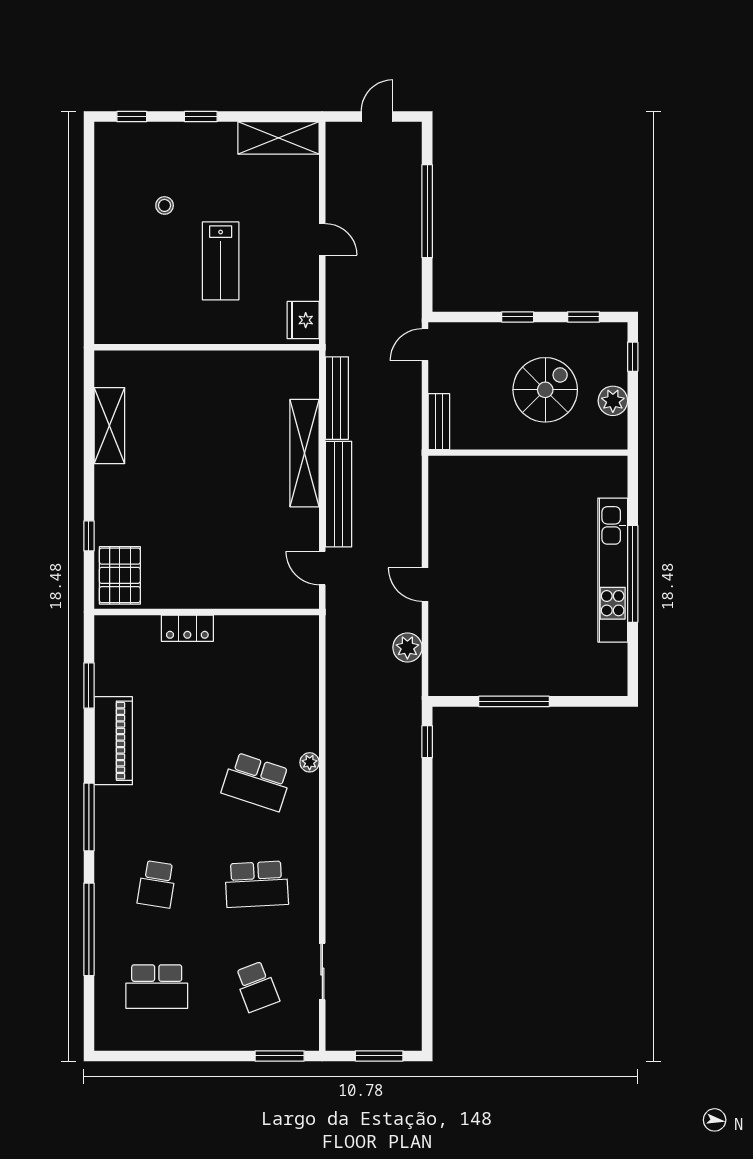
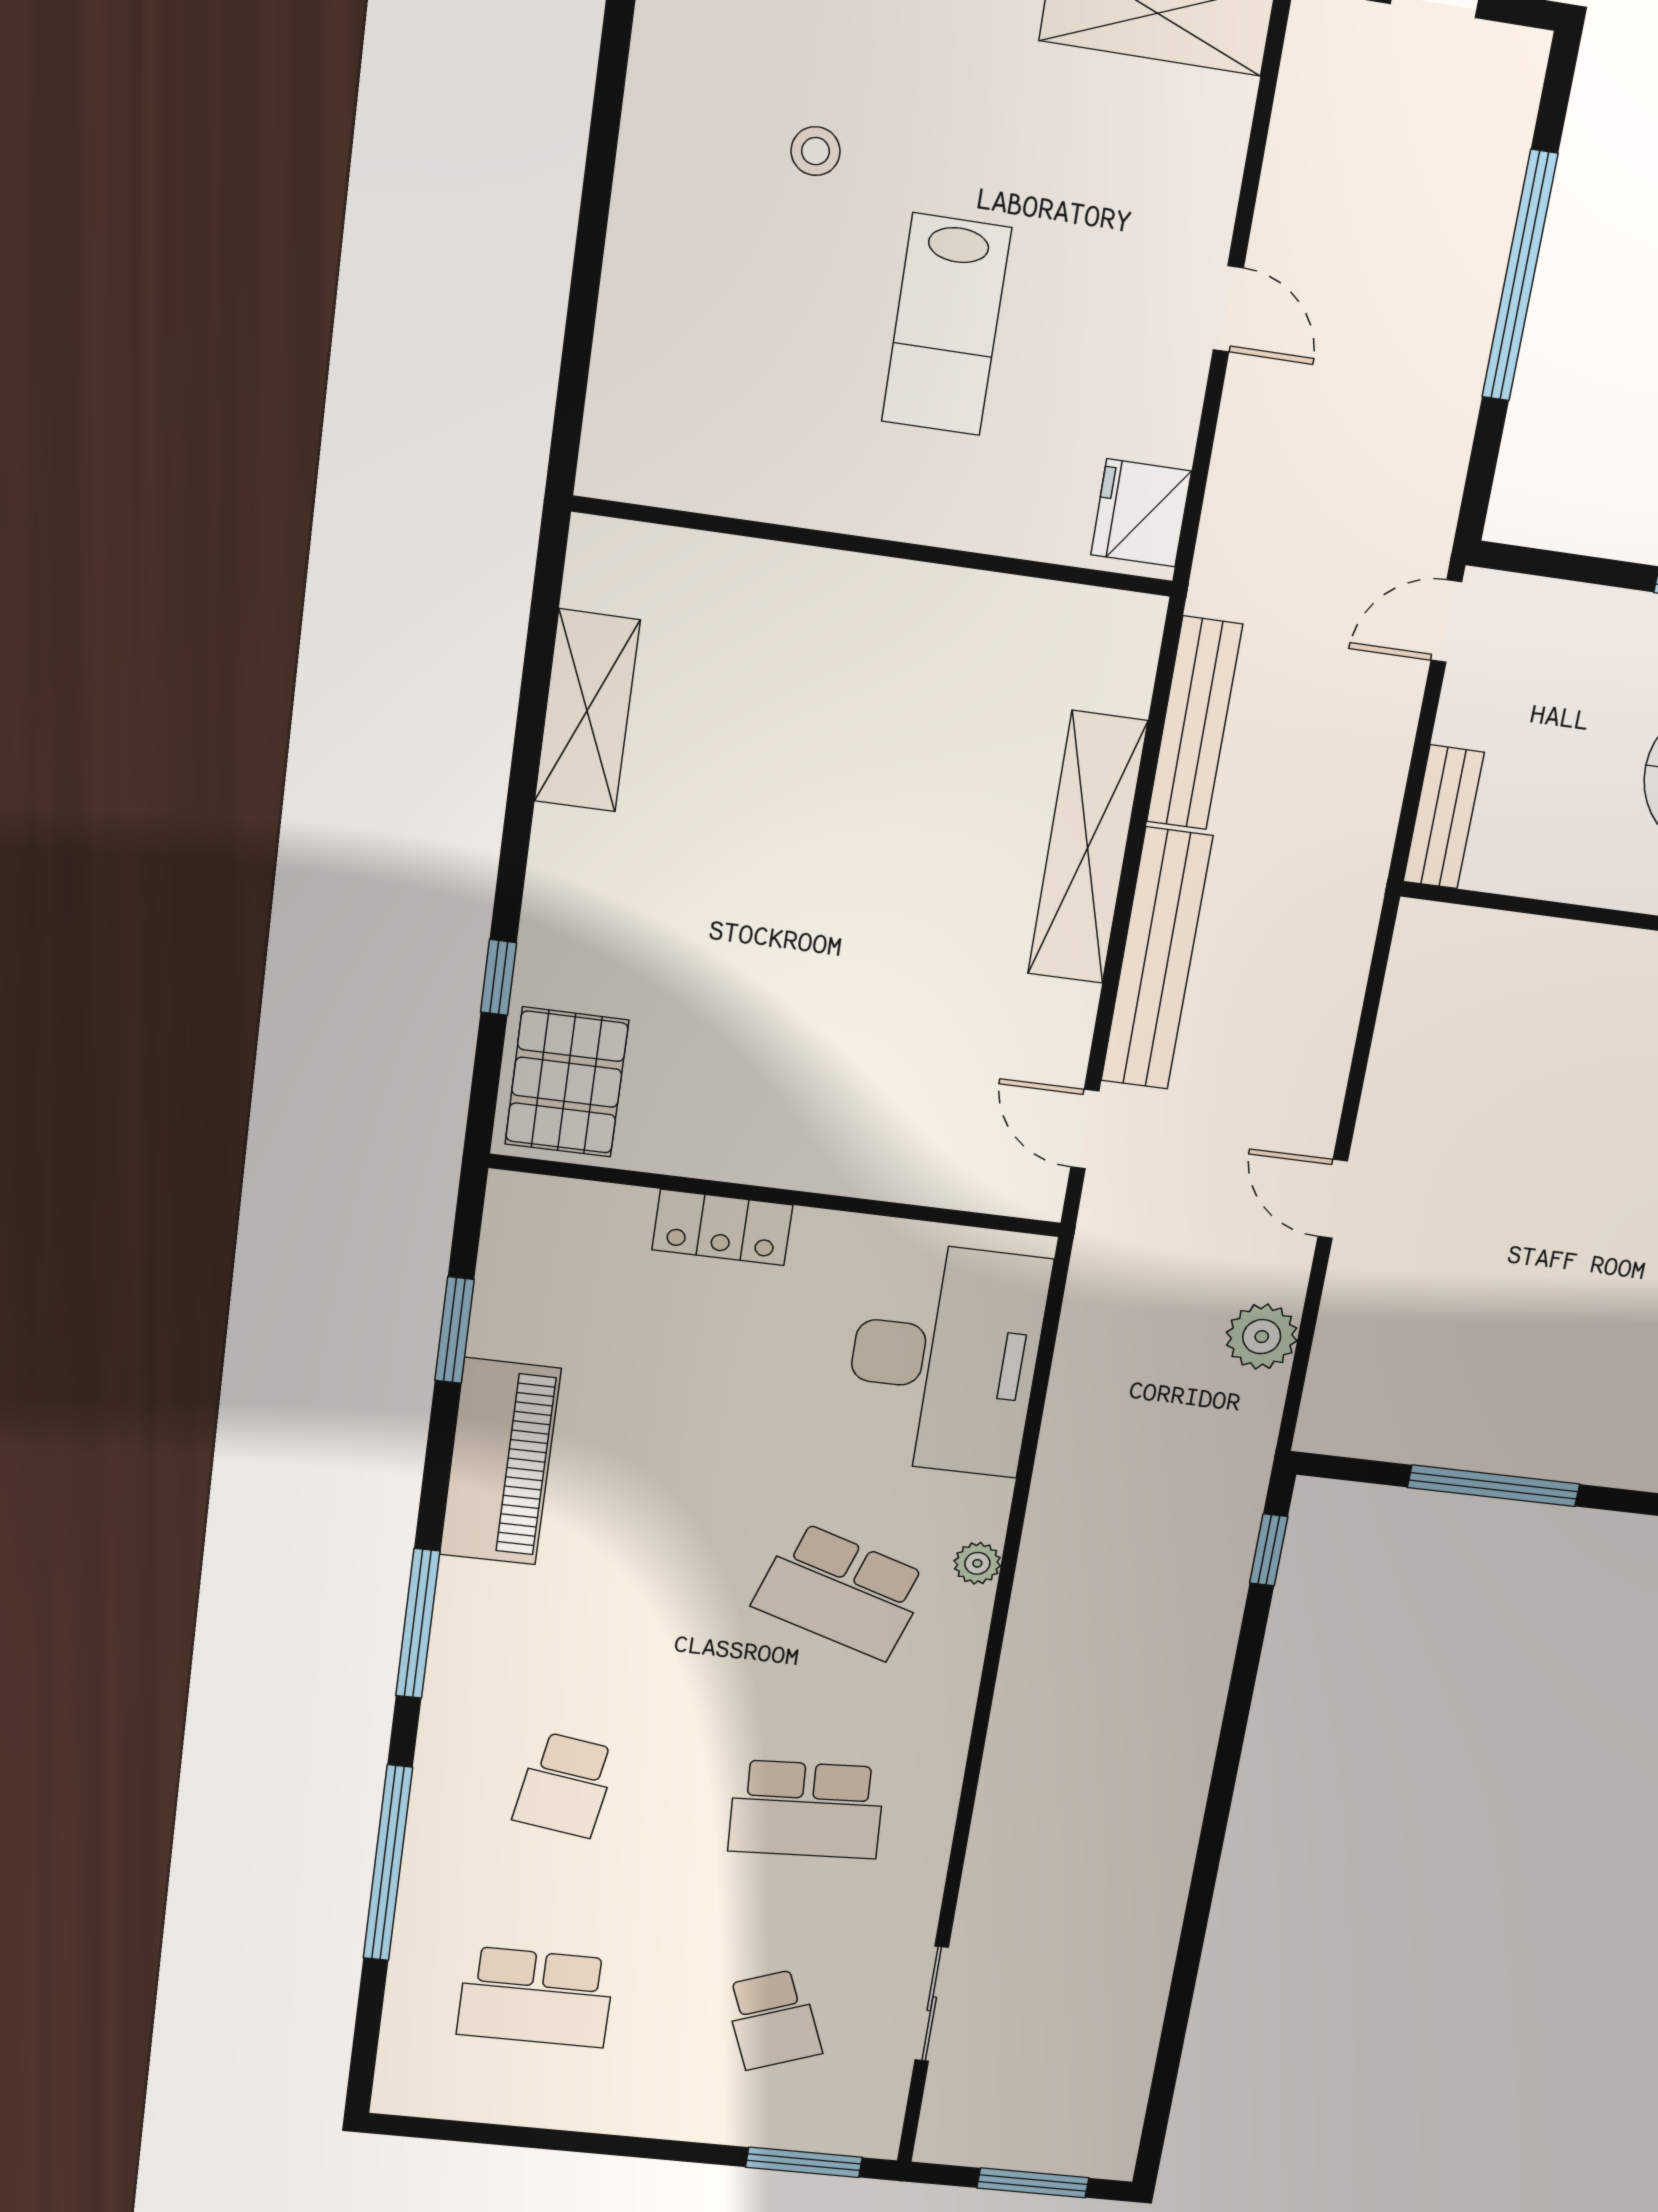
desk: (283, 673) -> (945, 1359), added

